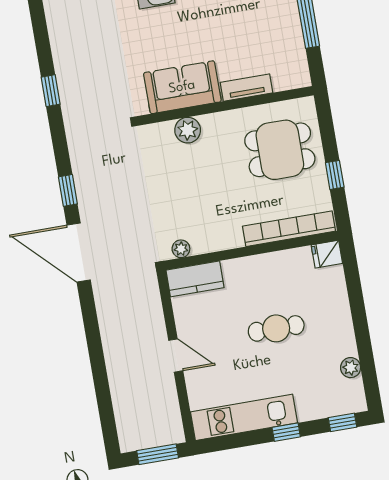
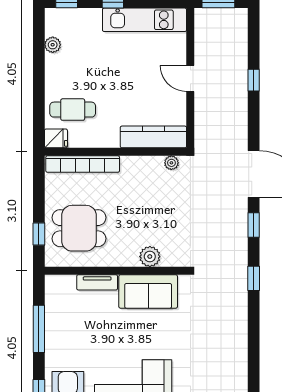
window: (51, 91) -> (254, 278), moved
window: (335, 175) -> (39, 234), moved
kitchen counter: (195, 279) -> (153, 137), width x1.50
cafe table: (276, 328) -> (73, 110), moved
window: (98, 367) -> (254, 80), added

